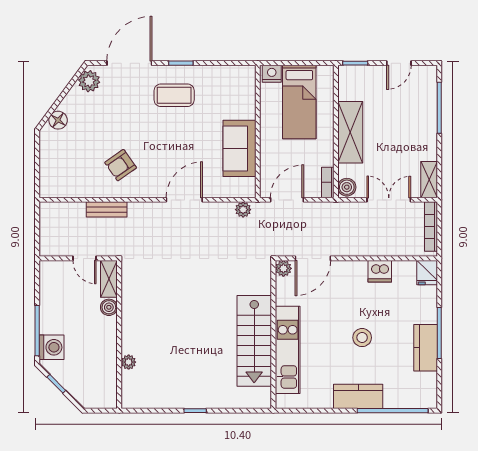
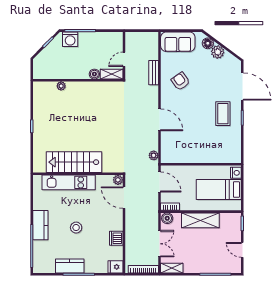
plant: (89, 81) -> (218, 52), moved
sofa: (239, 148) -> (178, 42), moved, turned 180

